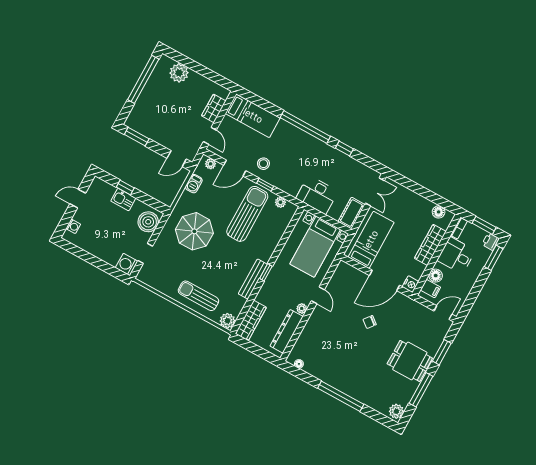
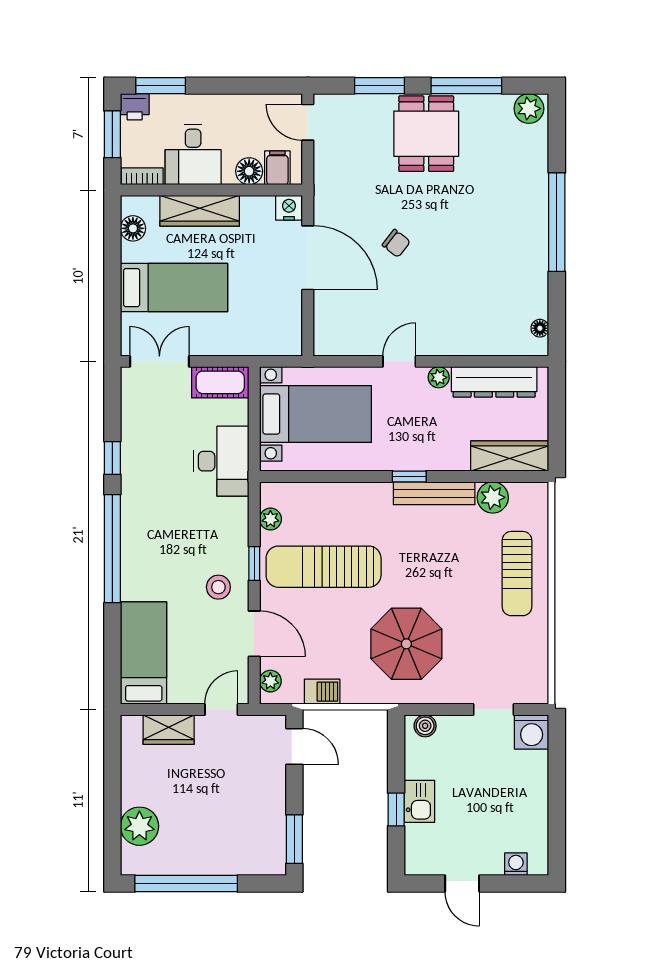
boiler: (148, 222) -> (425, 726), width x0.54, depth x0.54
bed: (371, 240) -> (174, 288), moved, turned 180
plant: (227, 321) -> (493, 497), moved

